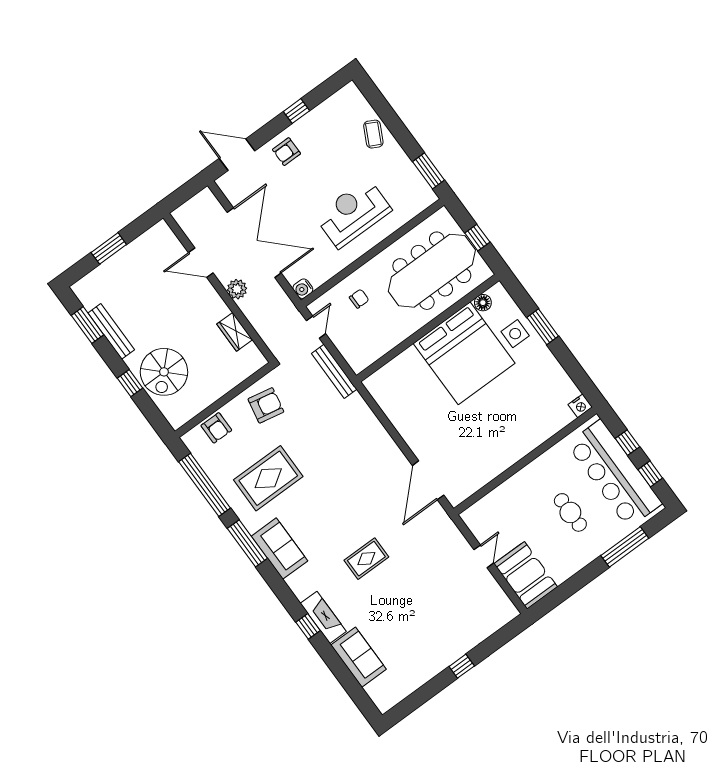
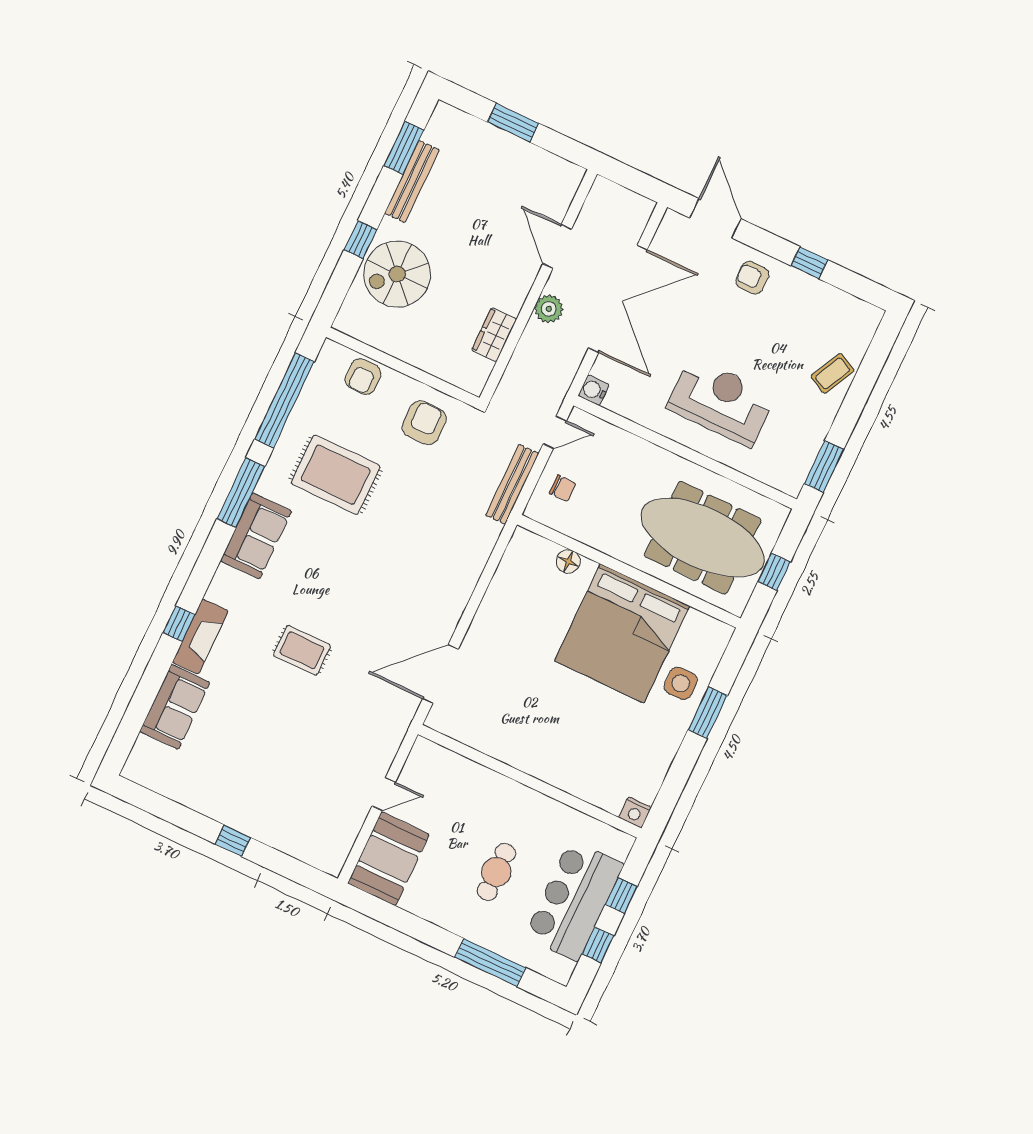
chair: (359, 299) -> (563, 488), moved
floor lamp: (483, 303) -> (568, 561), moved
armchair: (266, 405) -> (424, 423), turned -101
bar counter: (614, 474) -> (574, 900), width x0.73

